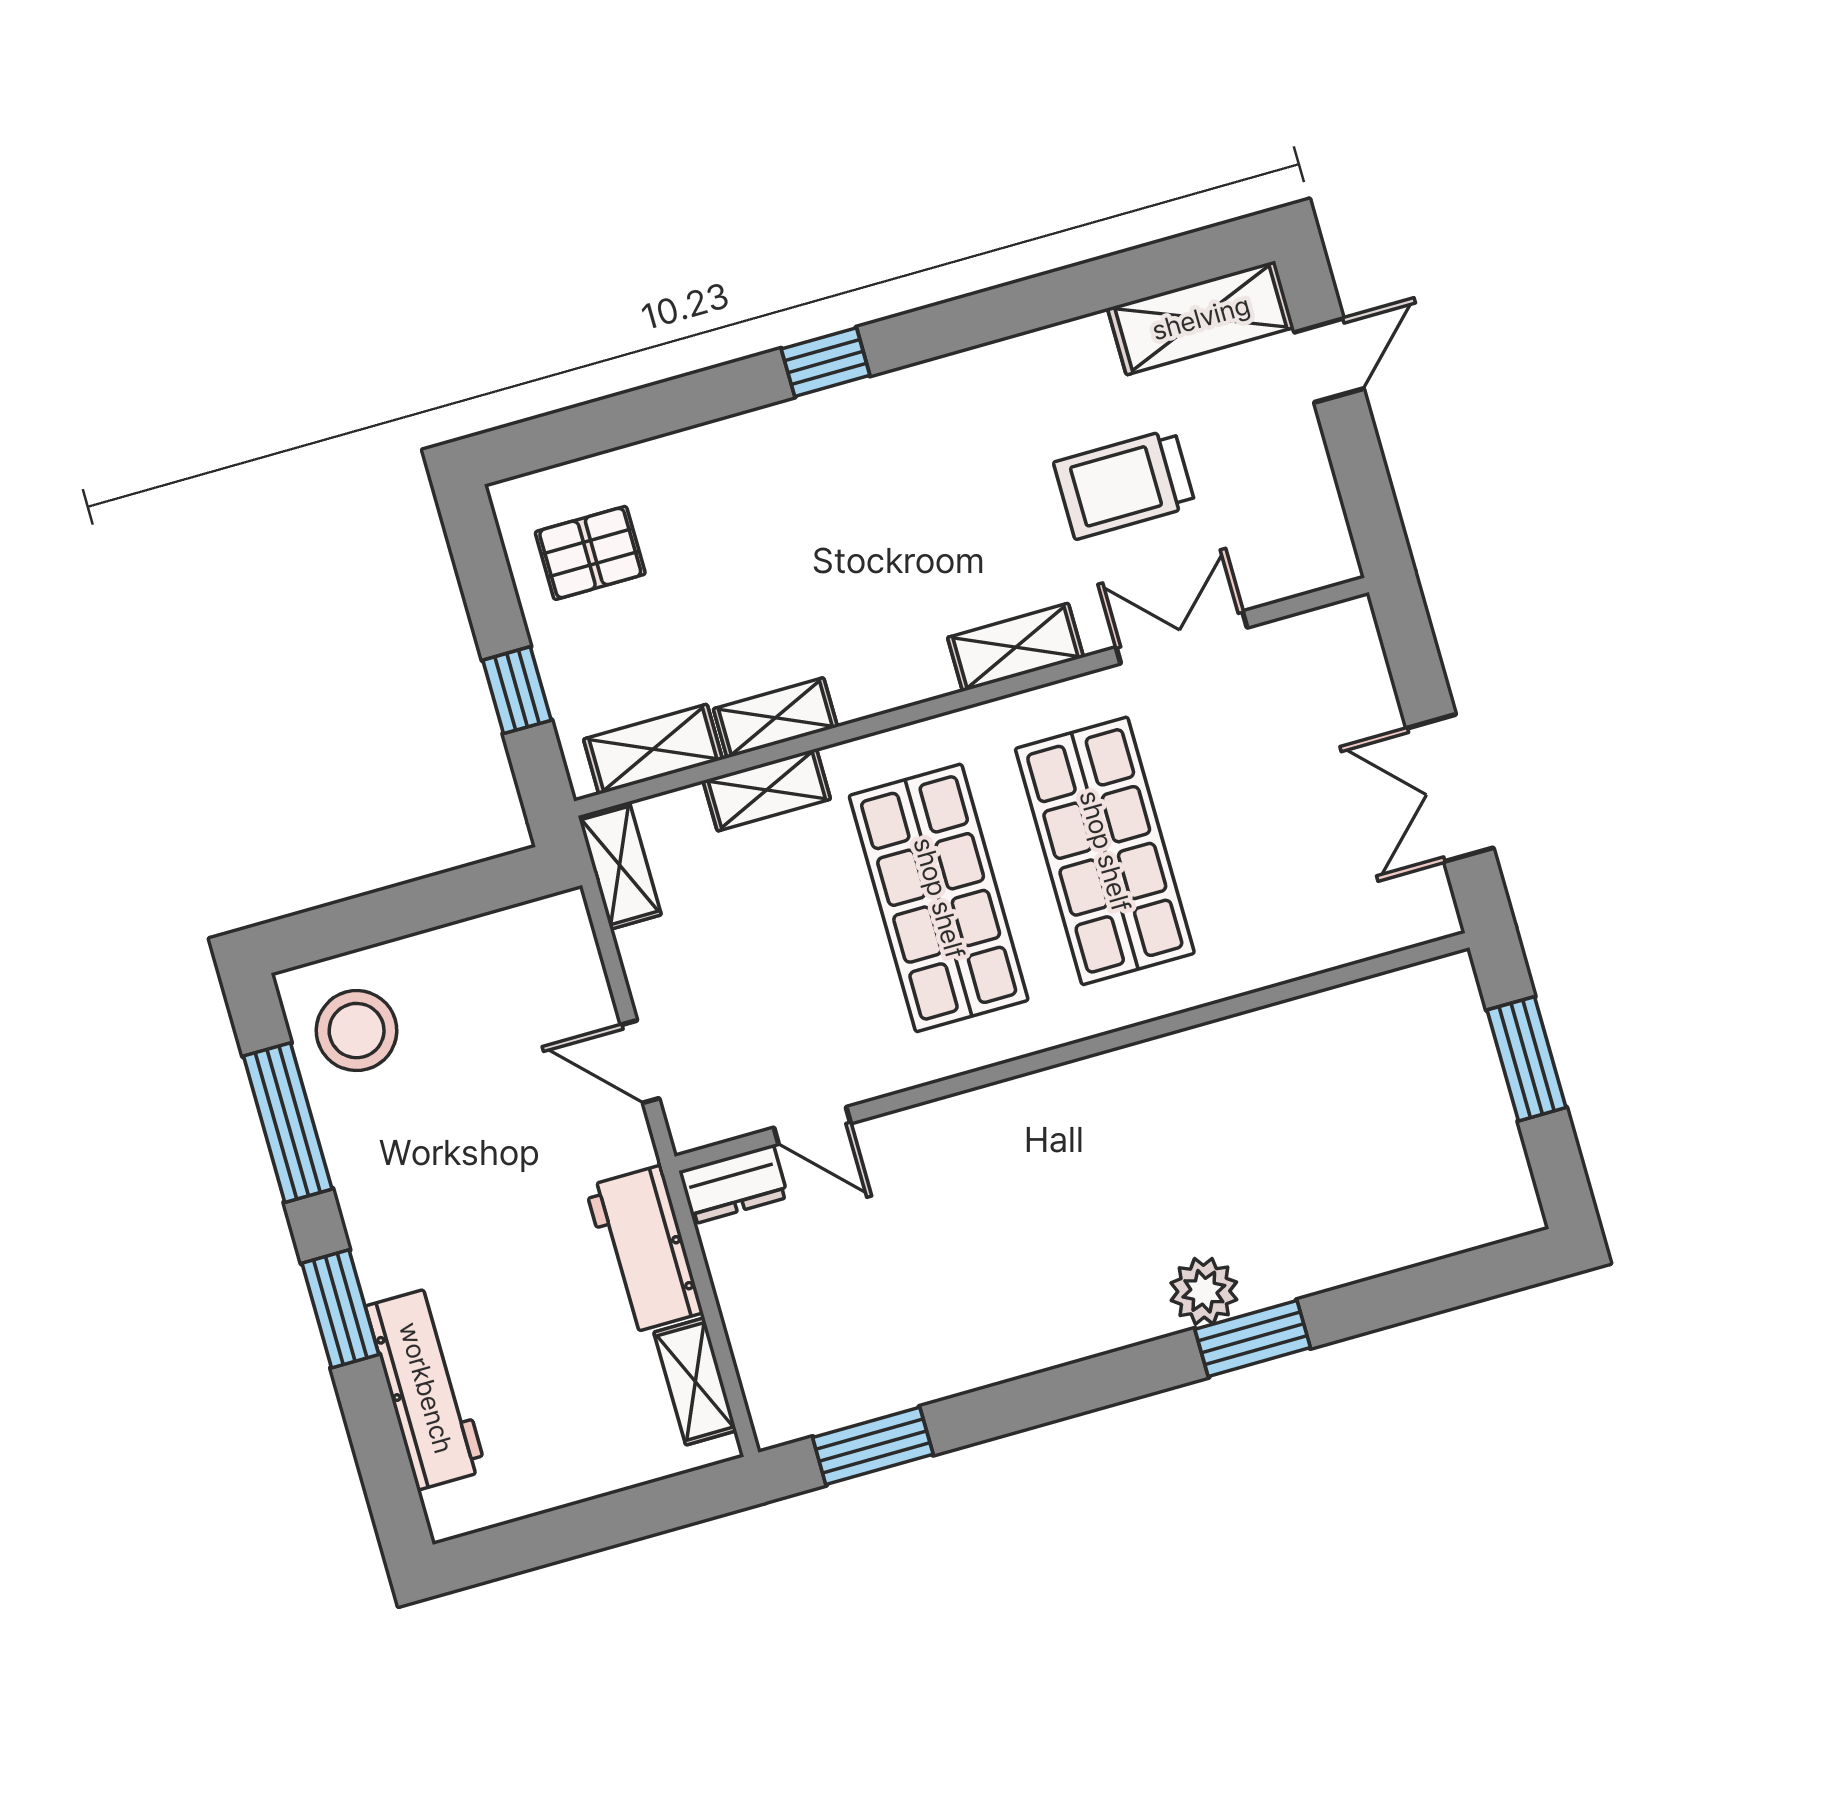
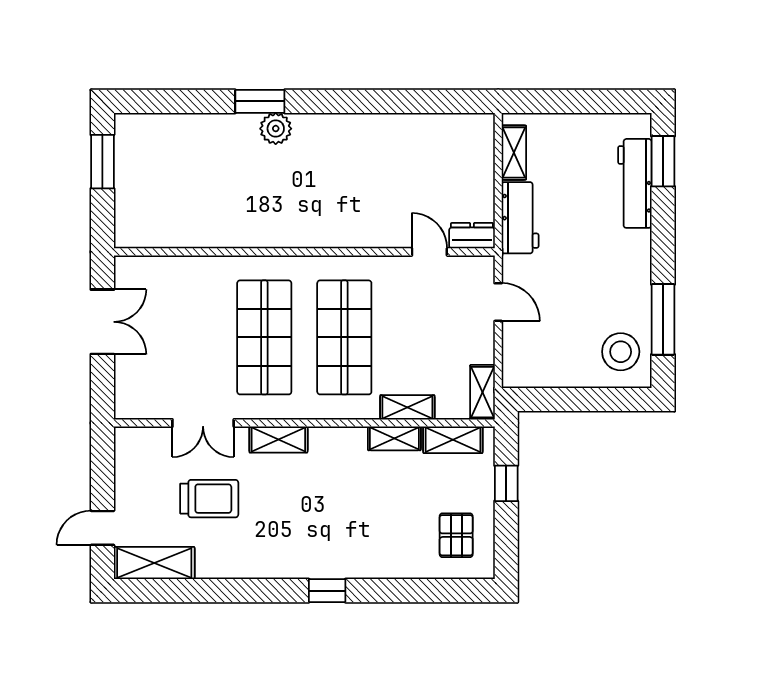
pallet: (590, 553) -> (456, 535), turned 90
window: (1527, 1059) -> (102, 162), moved
window: (340, 1309) -> (663, 161), moved
window: (873, 1446) -> (443, 101), removed

